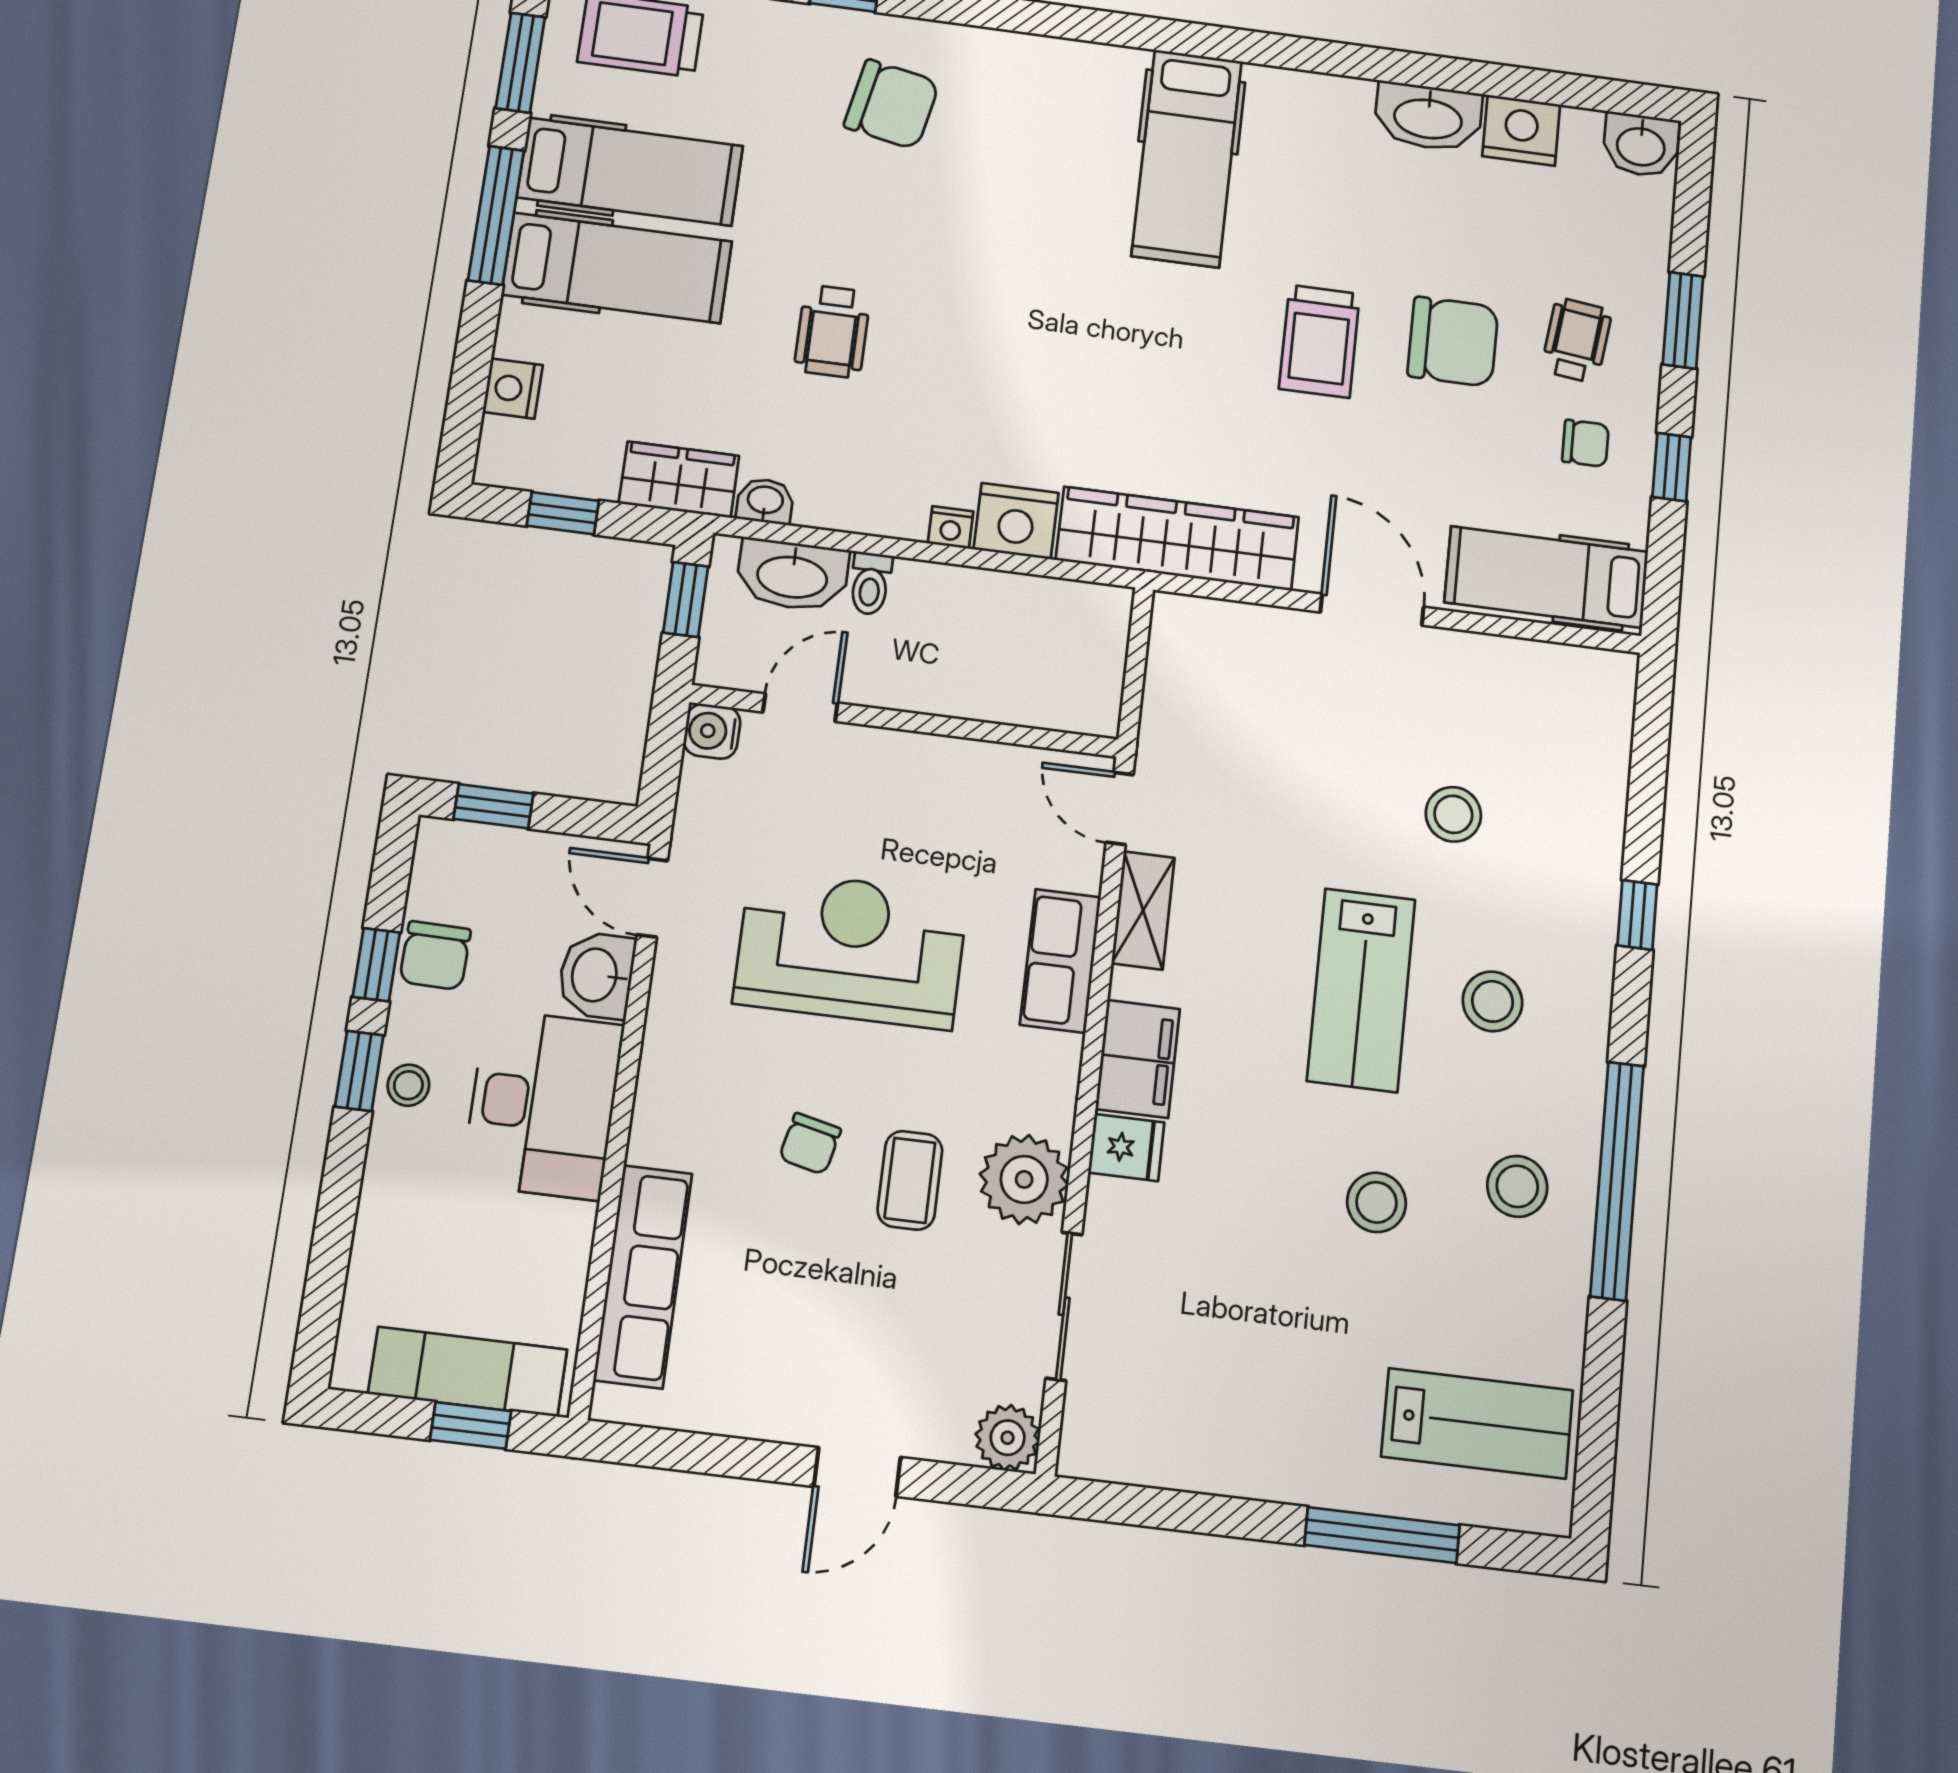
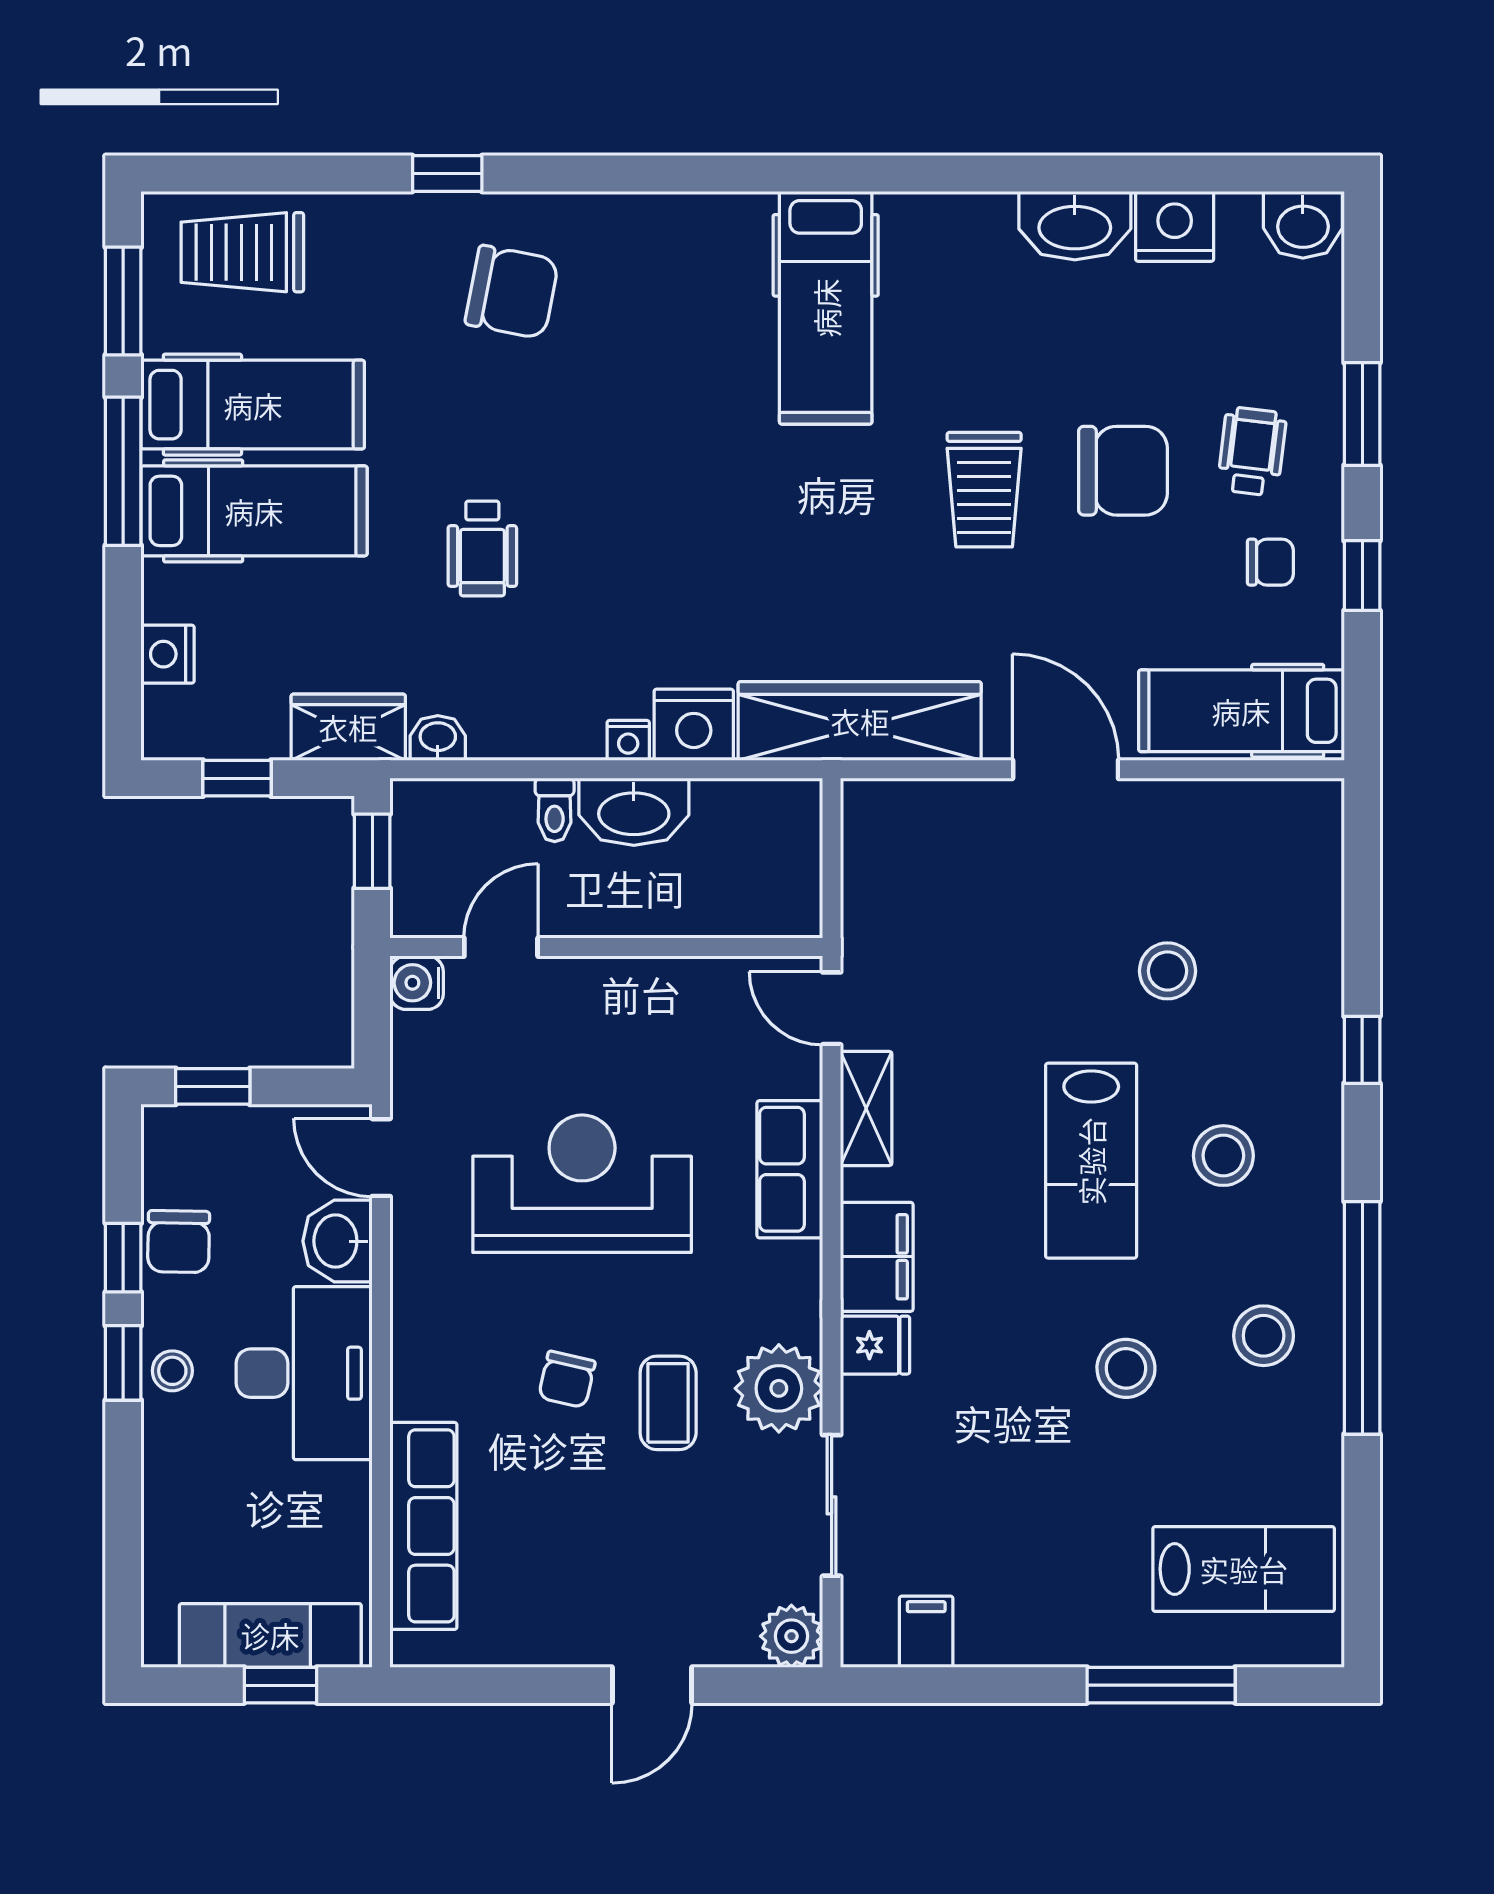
washbasin: (792, 575) -> (634, 812), moved
filing cabinet: (1147, 1450) -> (926, 1632), added

